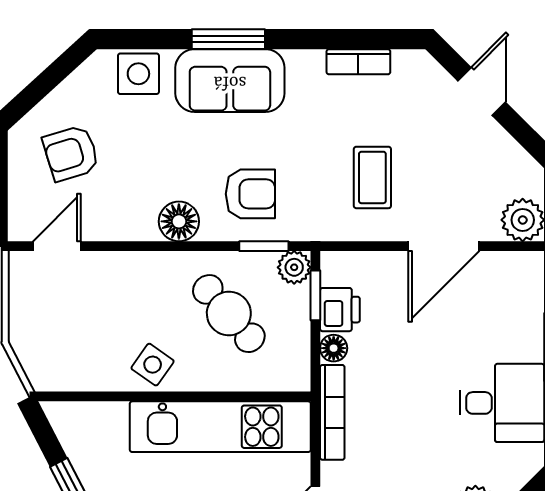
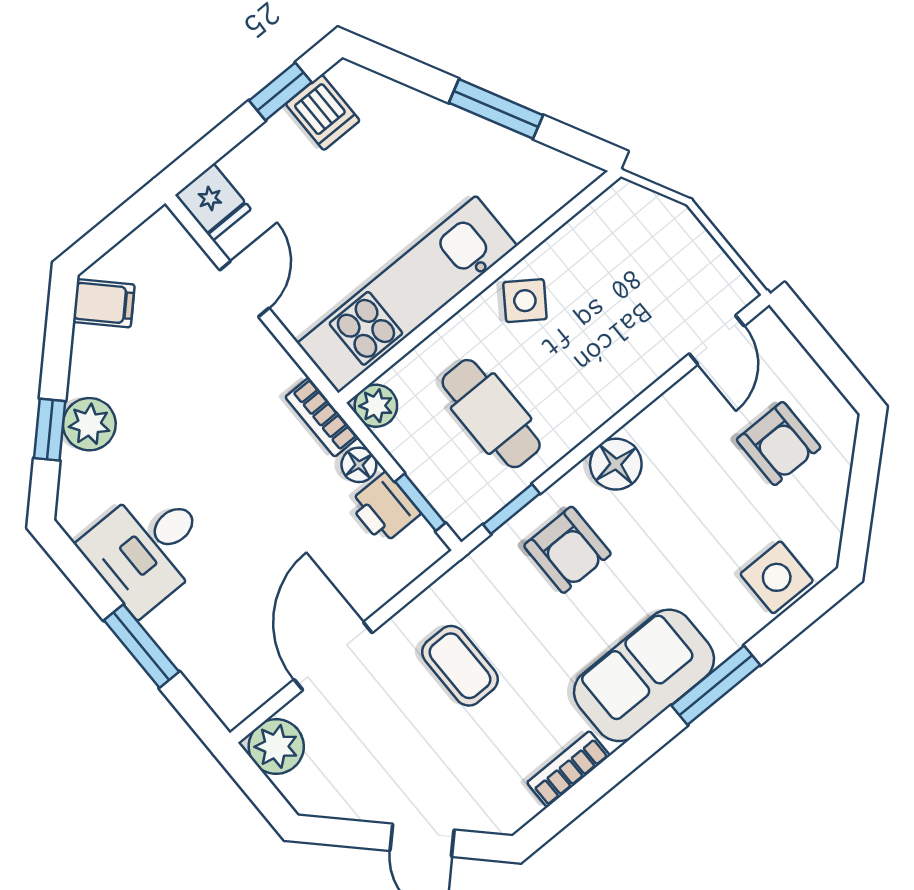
sofa: (230, 81) -> (644, 675), moved
armchair: (71, 153) -> (779, 444), turned 107
armchair: (250, 194) -> (567, 550), turned -90
plant: (294, 267) -> (376, 406), moved
cafe table: (229, 314) -> (491, 414), turned 41
bookcase: (332, 412) -> (322, 417), width x0.64

